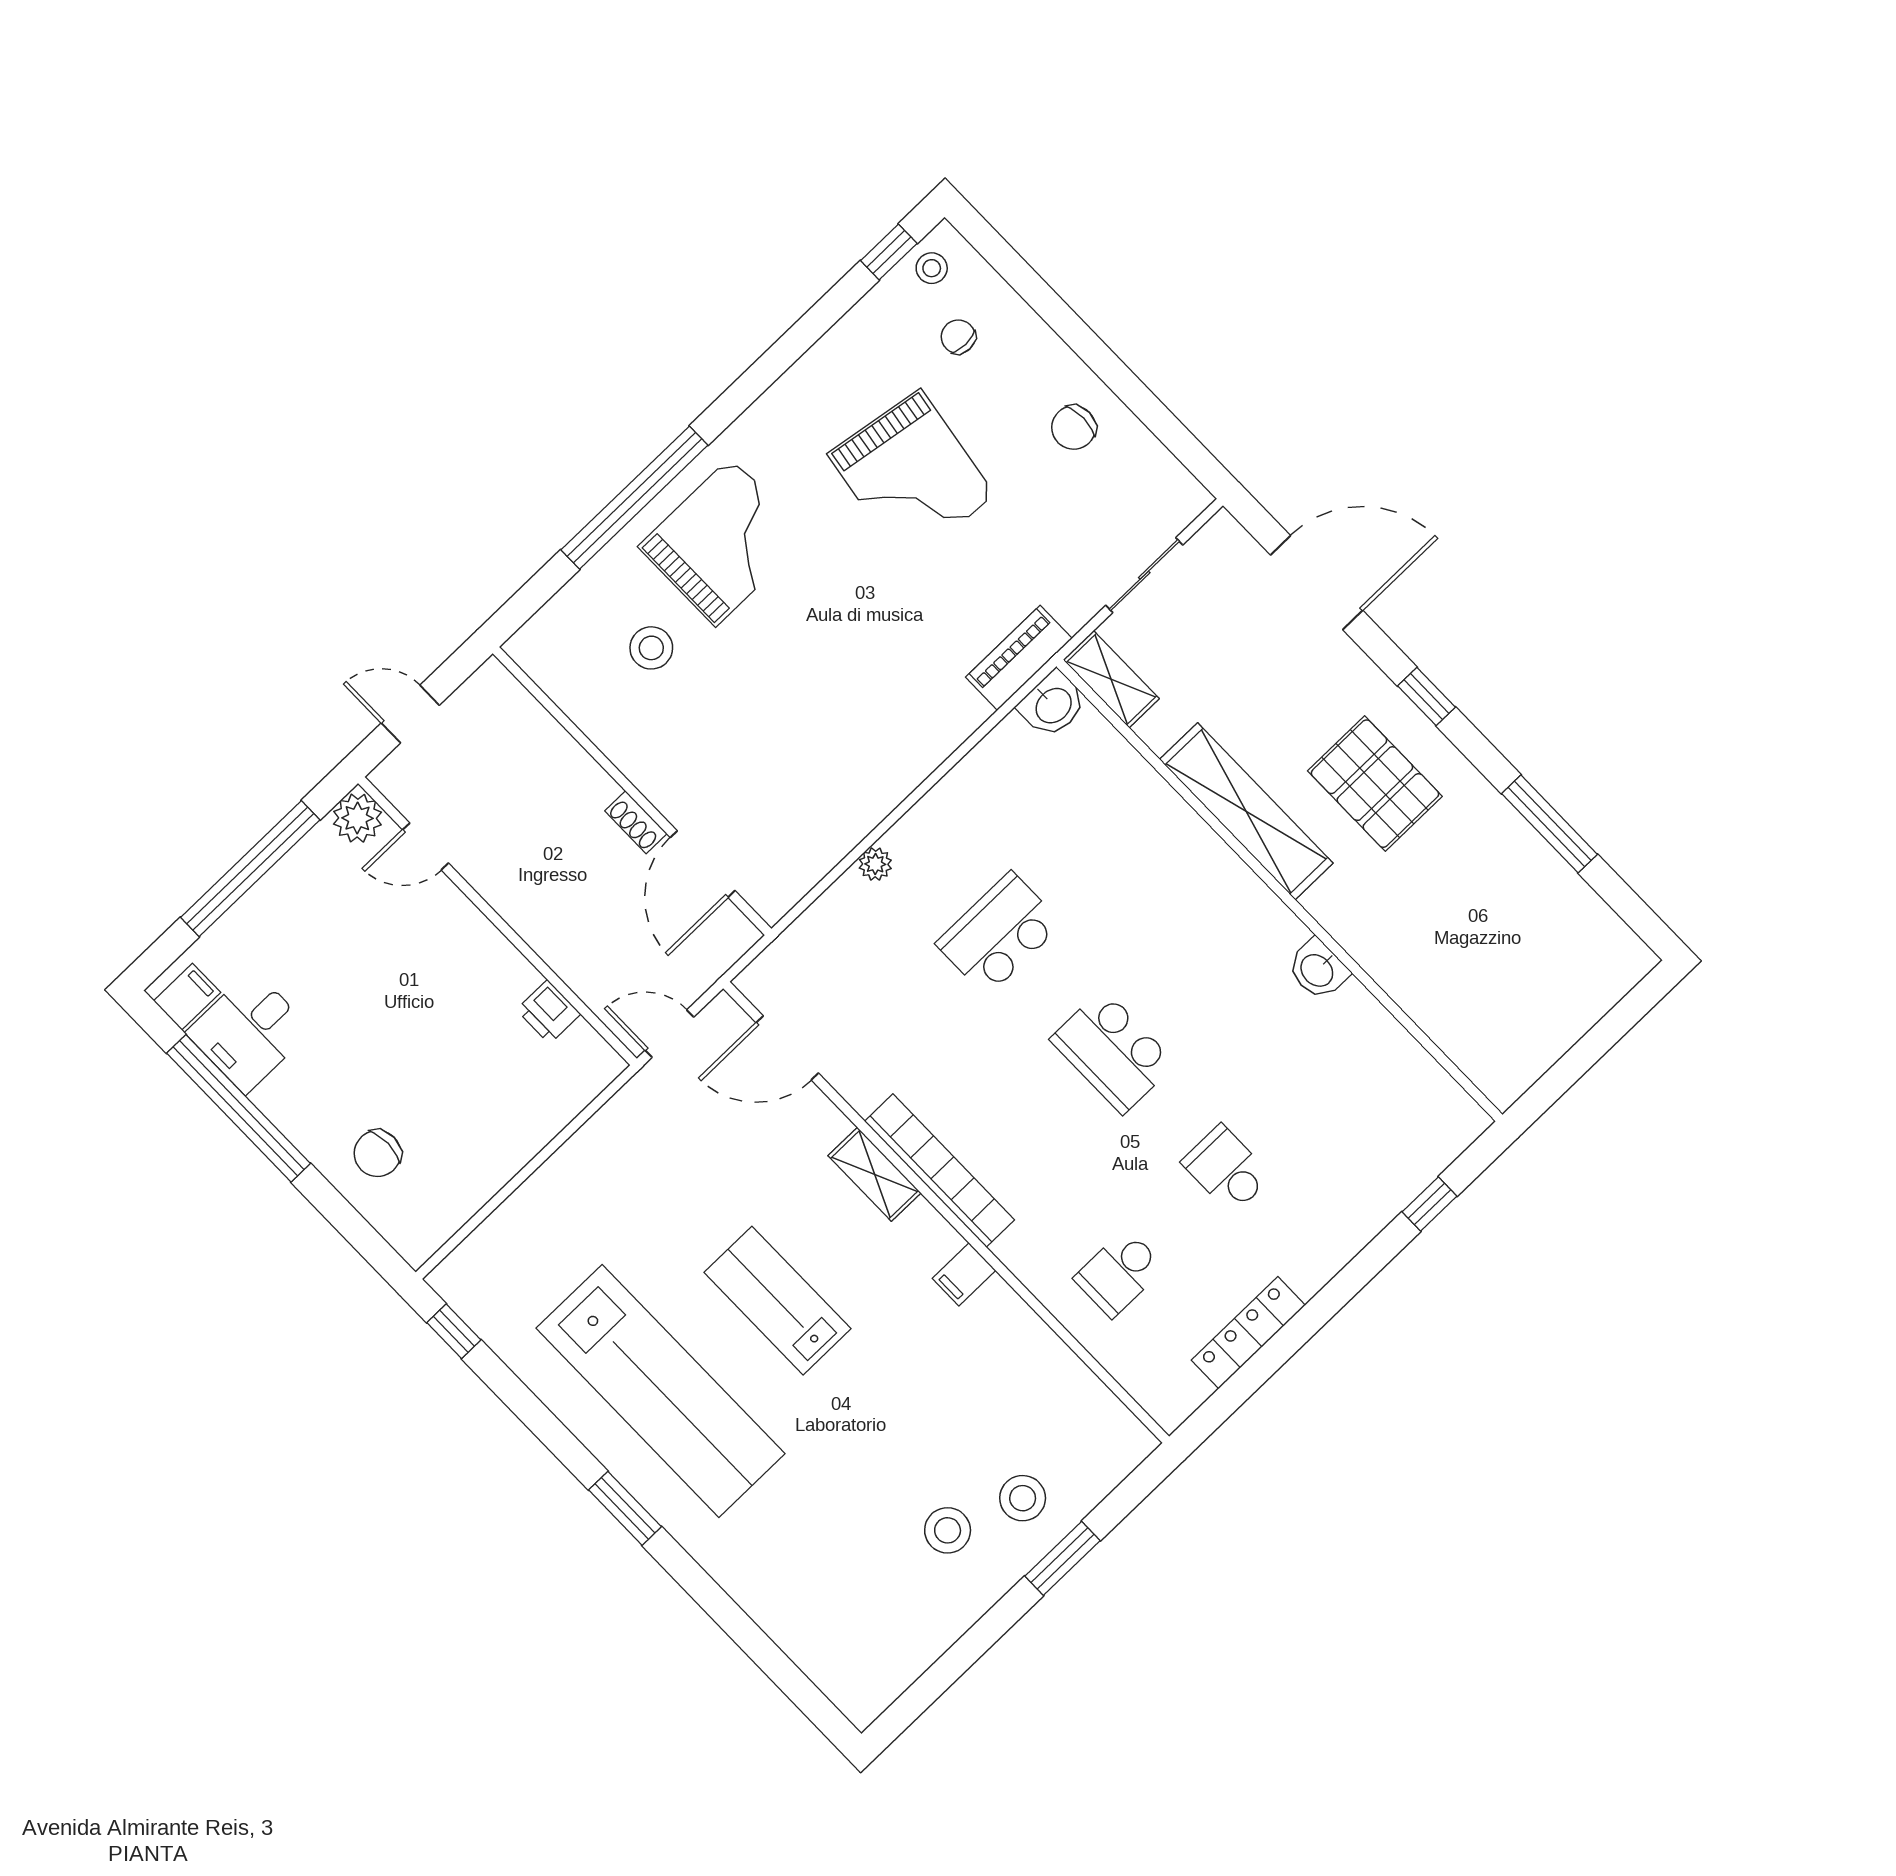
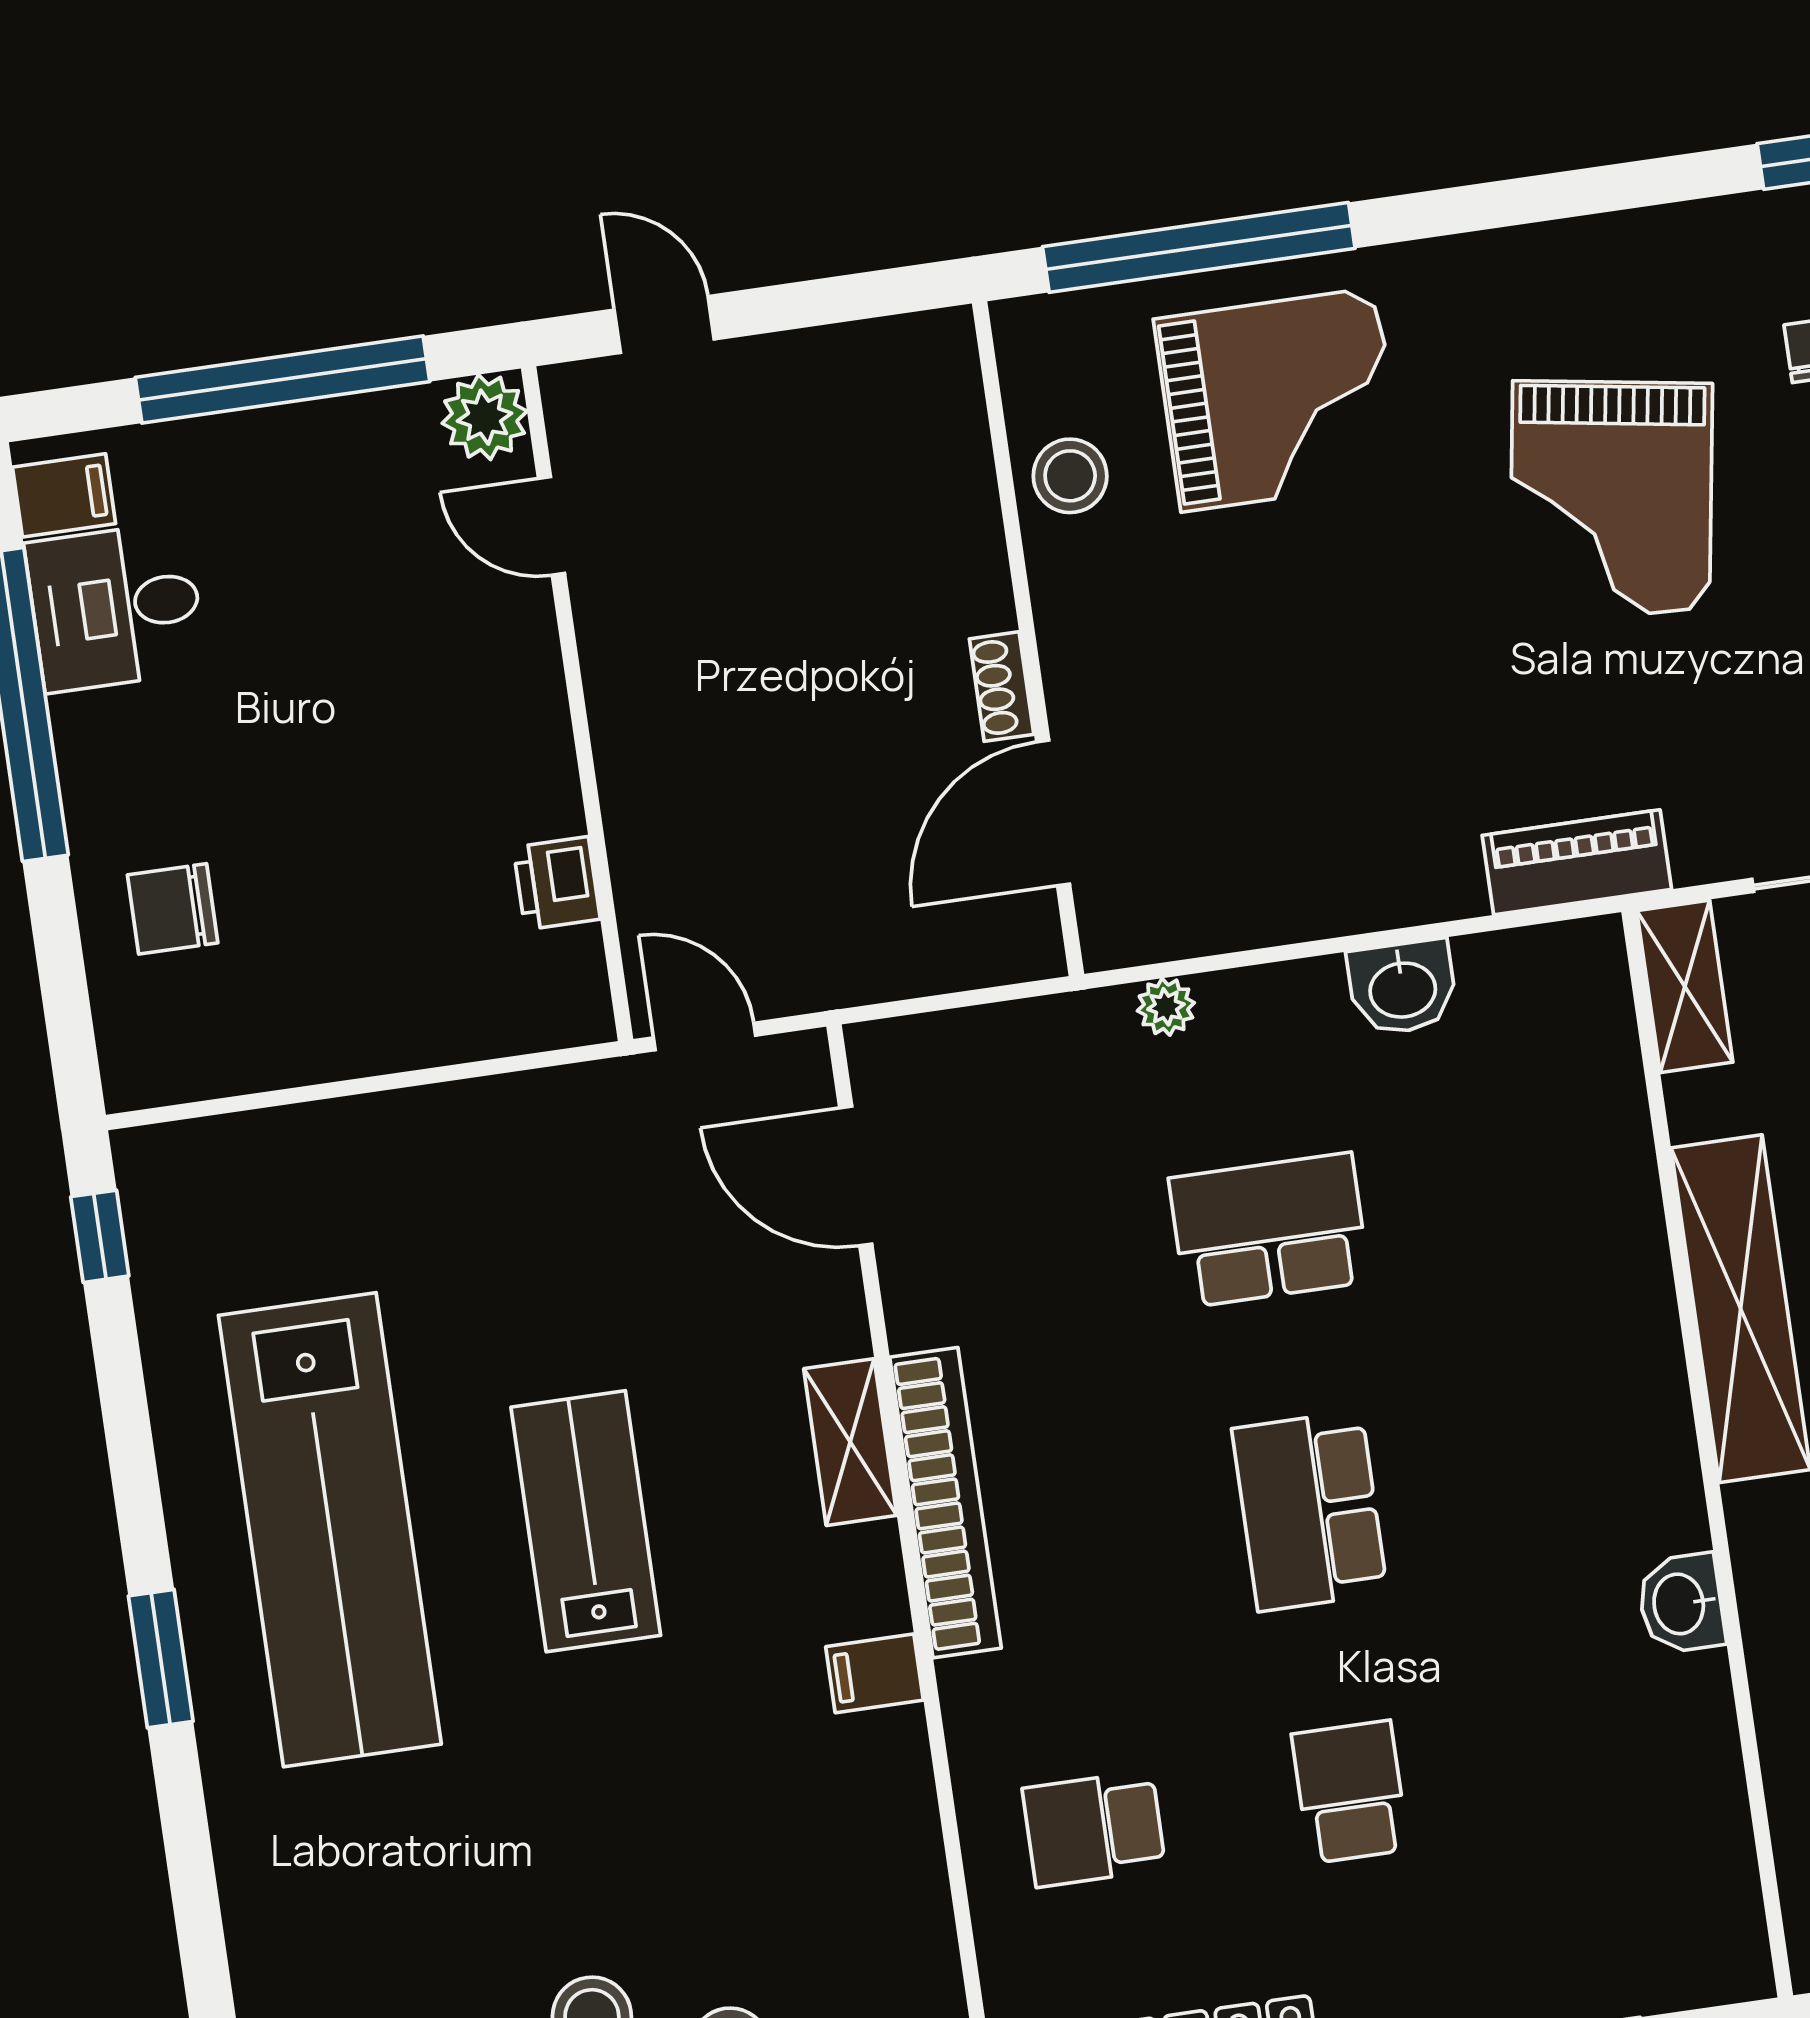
washbasin: (1053, 705) -> (1402, 987), moved
wall: (632, 791) -> (1028, 639), moved
shoe rack: (636, 822) -> (1002, 687), moved
door: (703, 864) -> (1053, 813), moved

